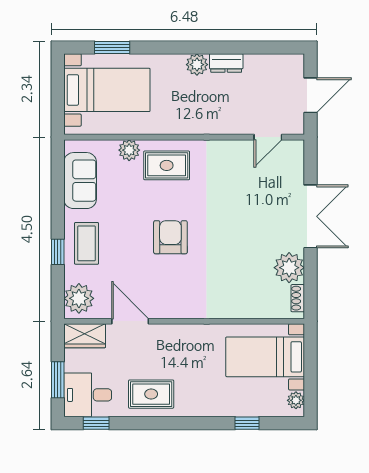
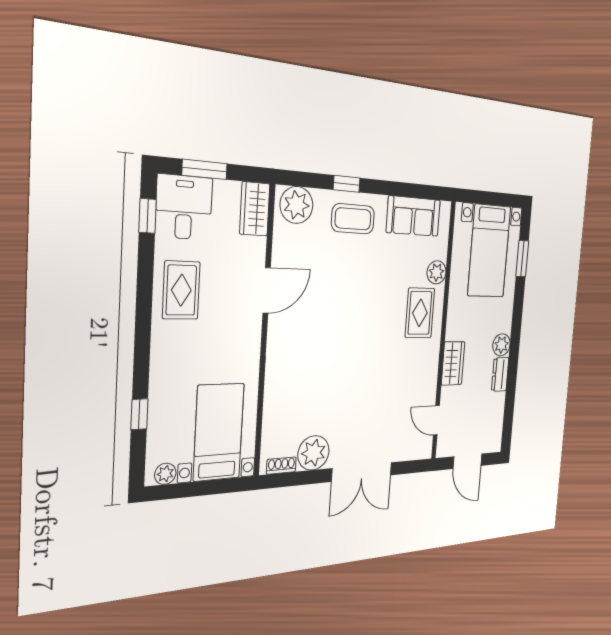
wardrobe: (214, 123) -> (453, 363), added
armchair: (170, 237) -> (353, 317), removed
door: (130, 321) -> (267, 290), moved

